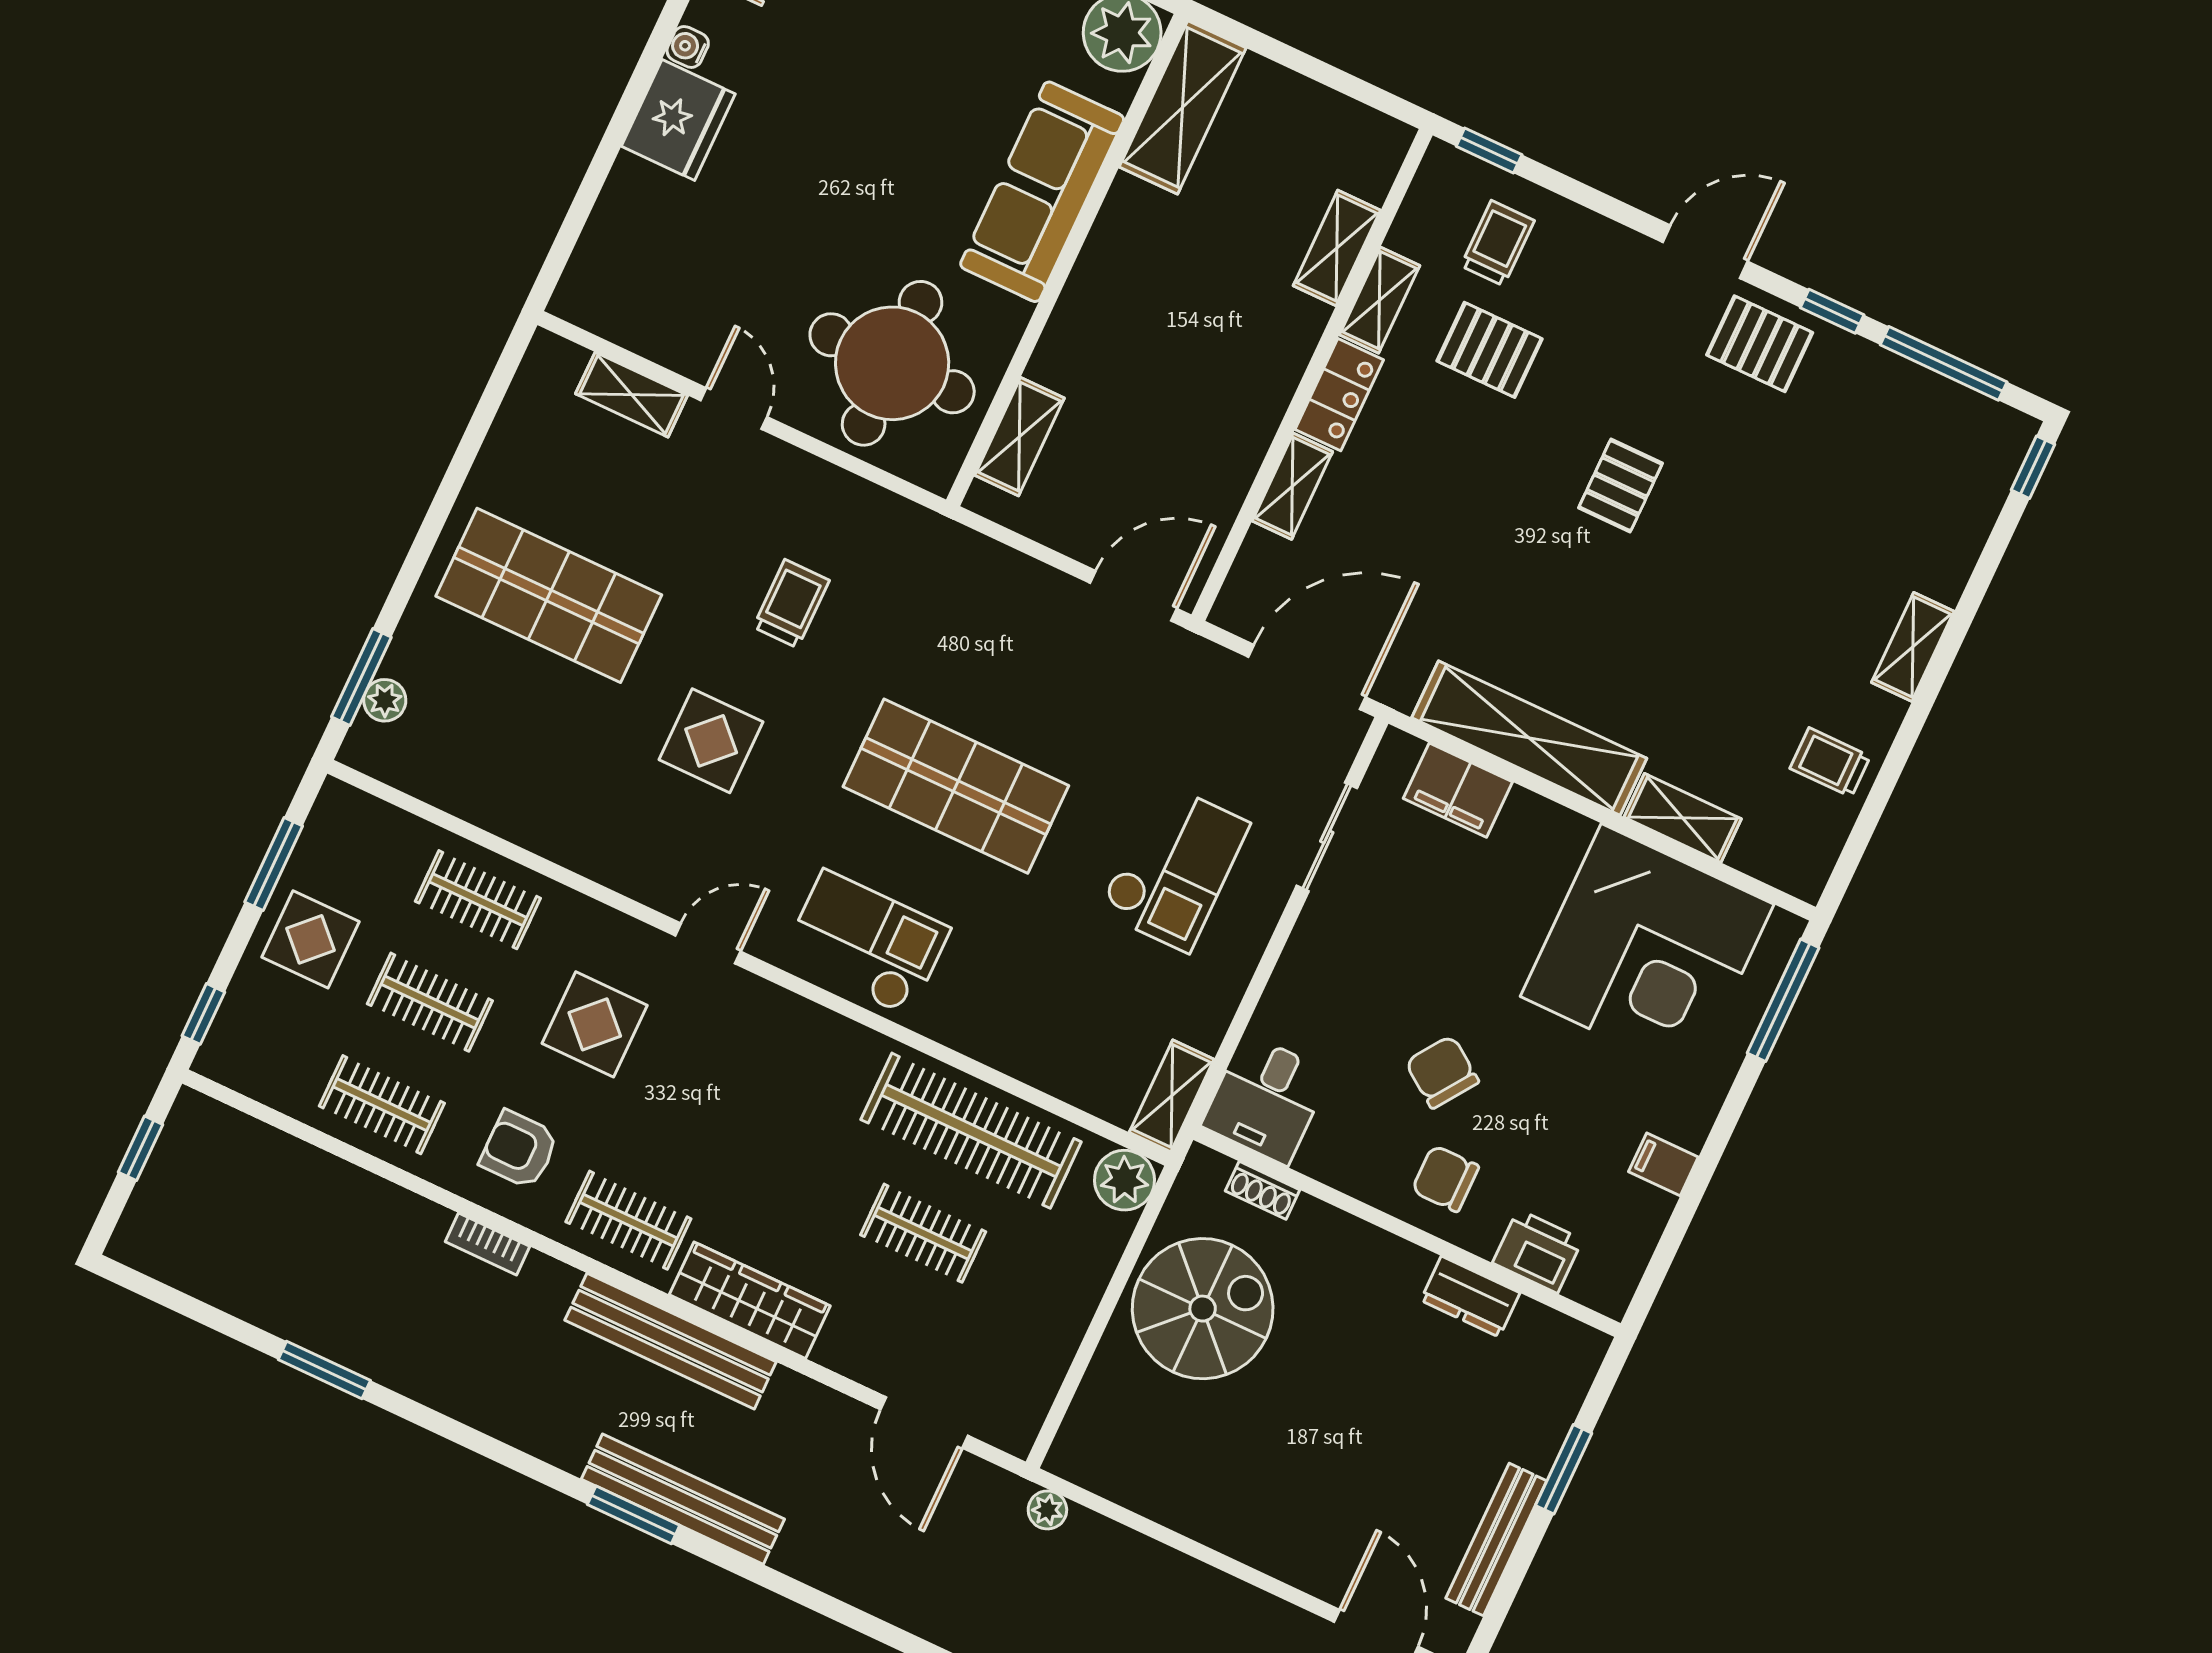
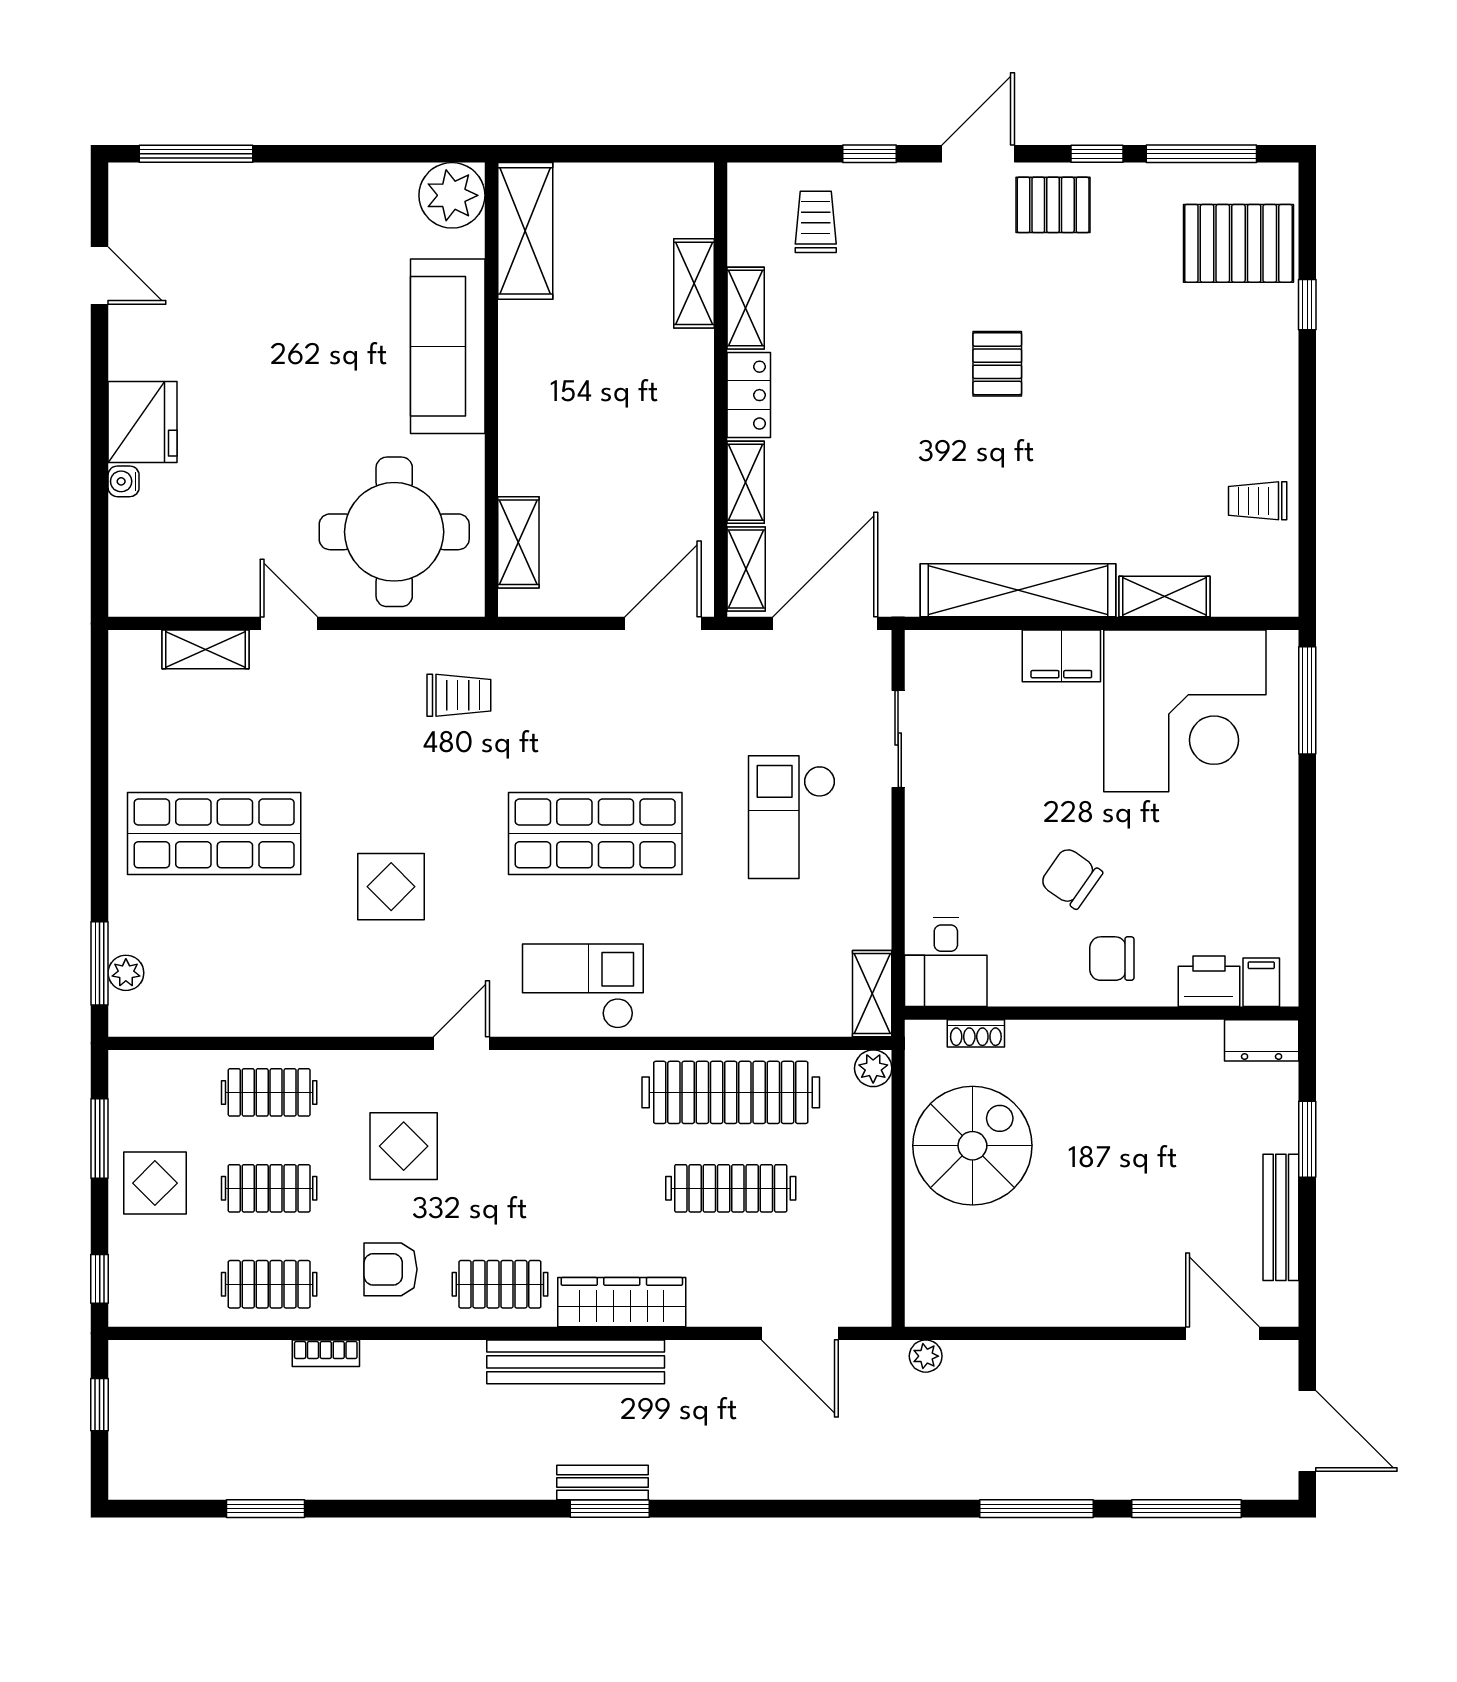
water cooler: (688, 47) -> (124, 481), moved
window: (1489, 150) -> (870, 154), moved
pallet: (1490, 350) -> (1238, 243), moved, width x1.50, depth x1.42
window: (2033, 467) -> (1307, 305), moved
trolley: (791, 604) -> (459, 695), moved, turned 90
shelving: (1913, 647) -> (746, 569), moved
filing cabinet: (1458, 790) -> (1061, 656), moved
checkout: (1174, 867) -> (792, 817), turned 180
filing cabinet: (1663, 1164) -> (1261, 982), moved, turned 90
plant: (1124, 1180) -> (873, 1068), width x0.73, depth x0.73
clothes rail: (923, 1233) -> (731, 1188), width x1.36
bookcase: (488, 1244) -> (326, 1353), moved
dresser: (1470, 1297) -> (1262, 1040), moved
window: (324, 1370) -> (265, 1509), moved
bench: (683, 1499) -> (603, 1483), width x0.54, depth x0.82

